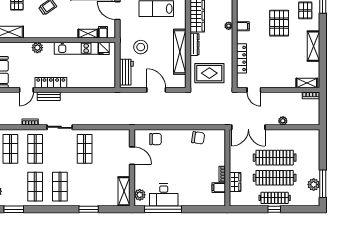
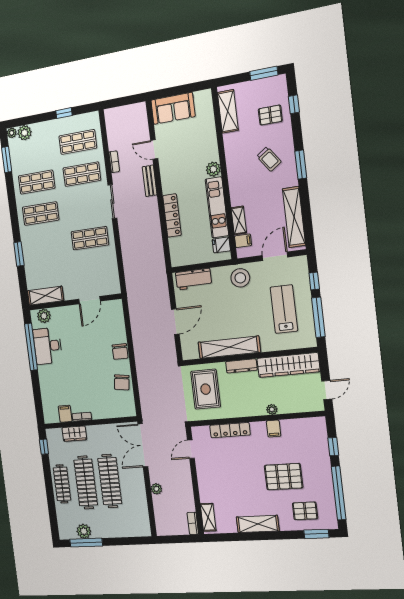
stool: (141, 47) -> (240, 278), moved
plant: (37, 48) -> (213, 169), moved
locker: (51, 83) -> (172, 216), moved
chair: (156, 139) -> (120, 352), moved
window: (274, 209) -> (44, 447), moved

